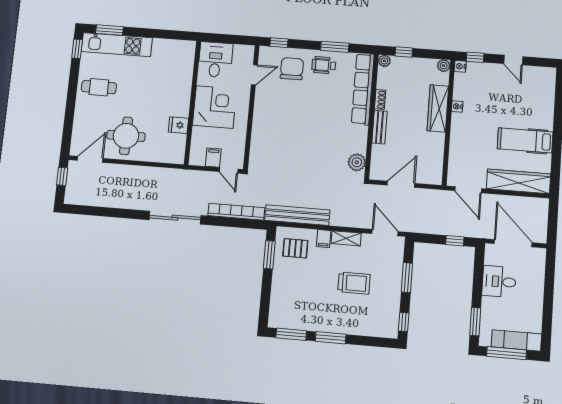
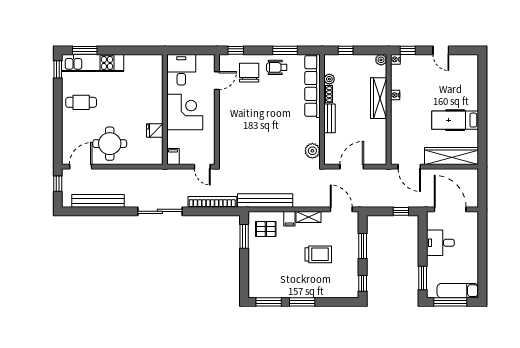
plant: (384, 61) -> (329, 79), moved
filing cabinet: (213, 158) -> (173, 157), moved
bench: (105, 200) -> (98, 201), added

